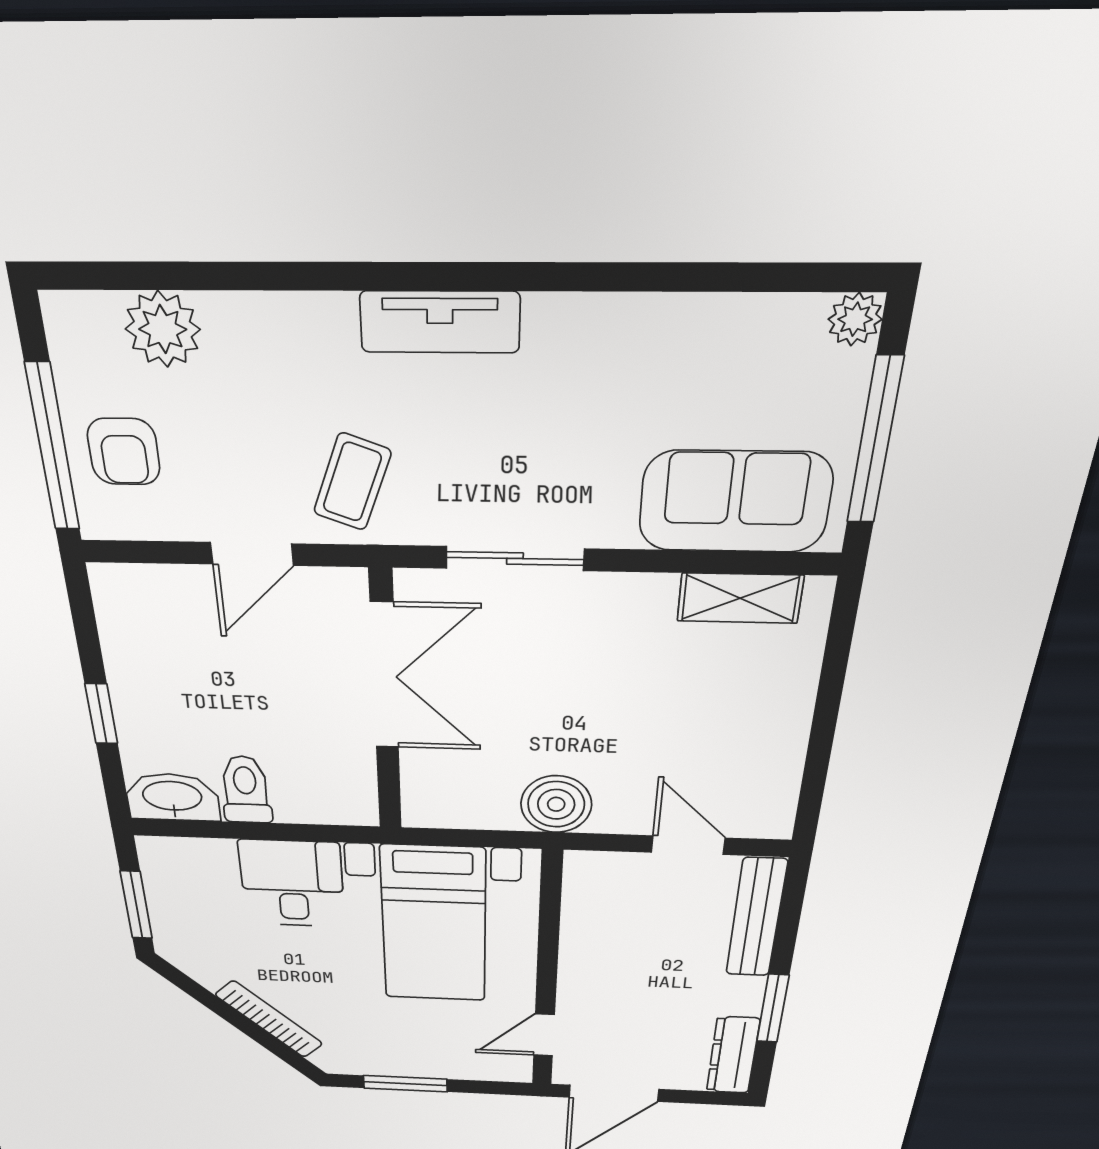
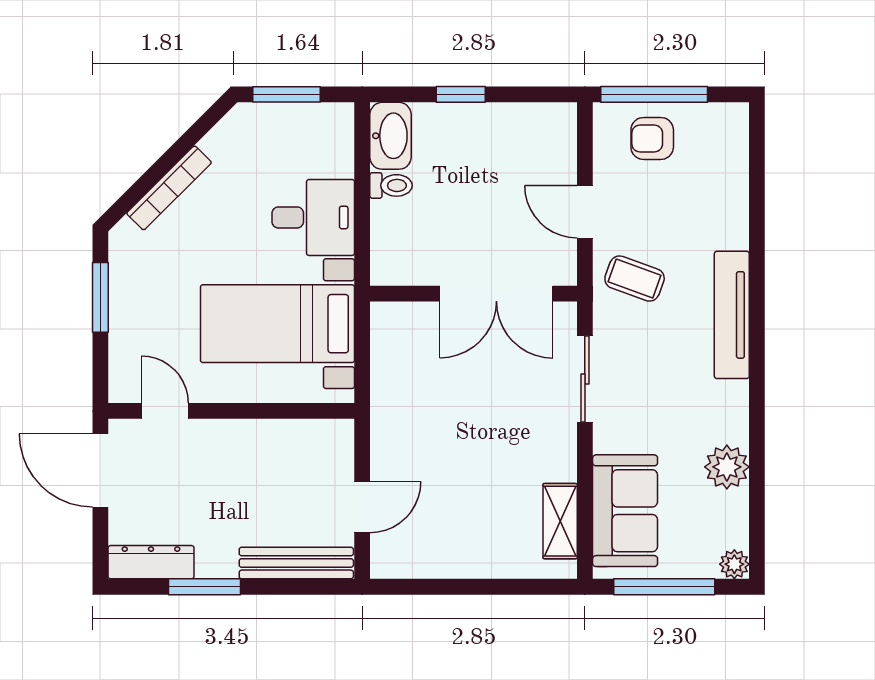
tv unit: (440, 322) -> (732, 315), width x1.41
plant: (163, 329) -> (727, 467), moved
toilet: (246, 790) -> (391, 185), width x0.73, depth x0.72
boiler: (556, 804) -> (395, 412), removed

